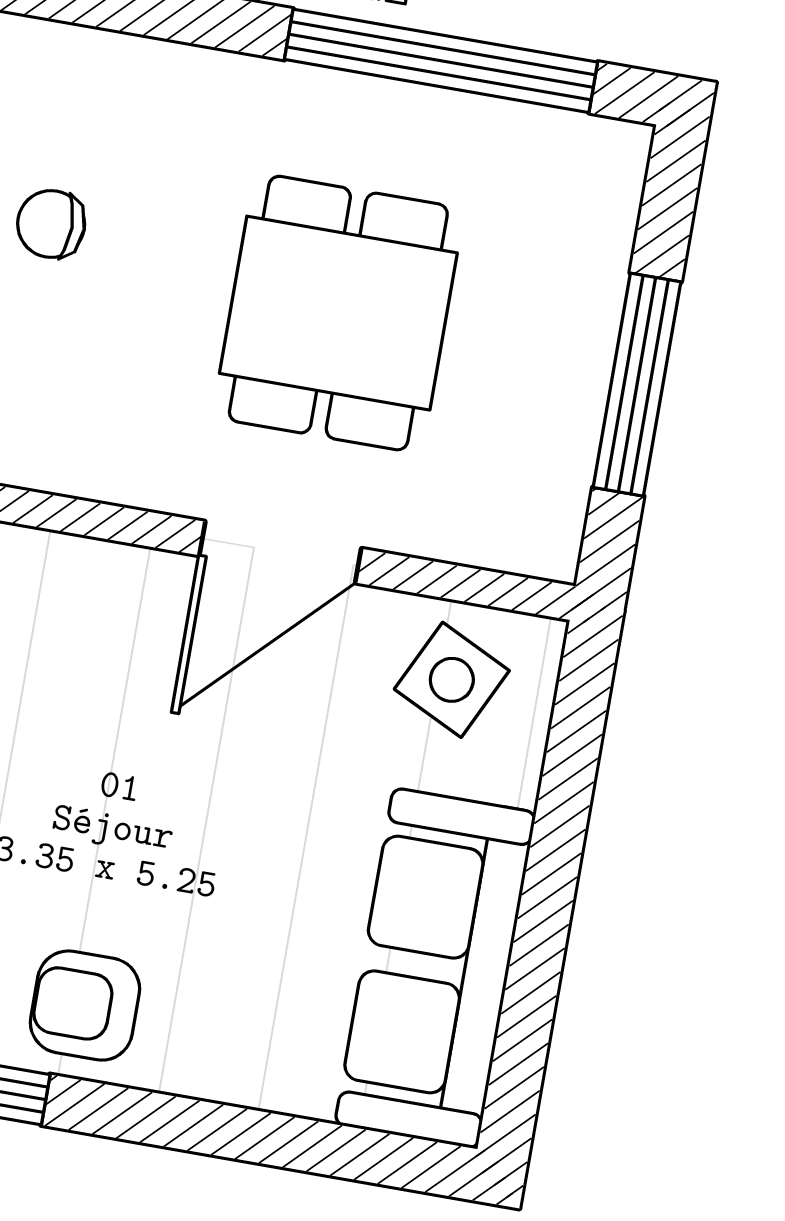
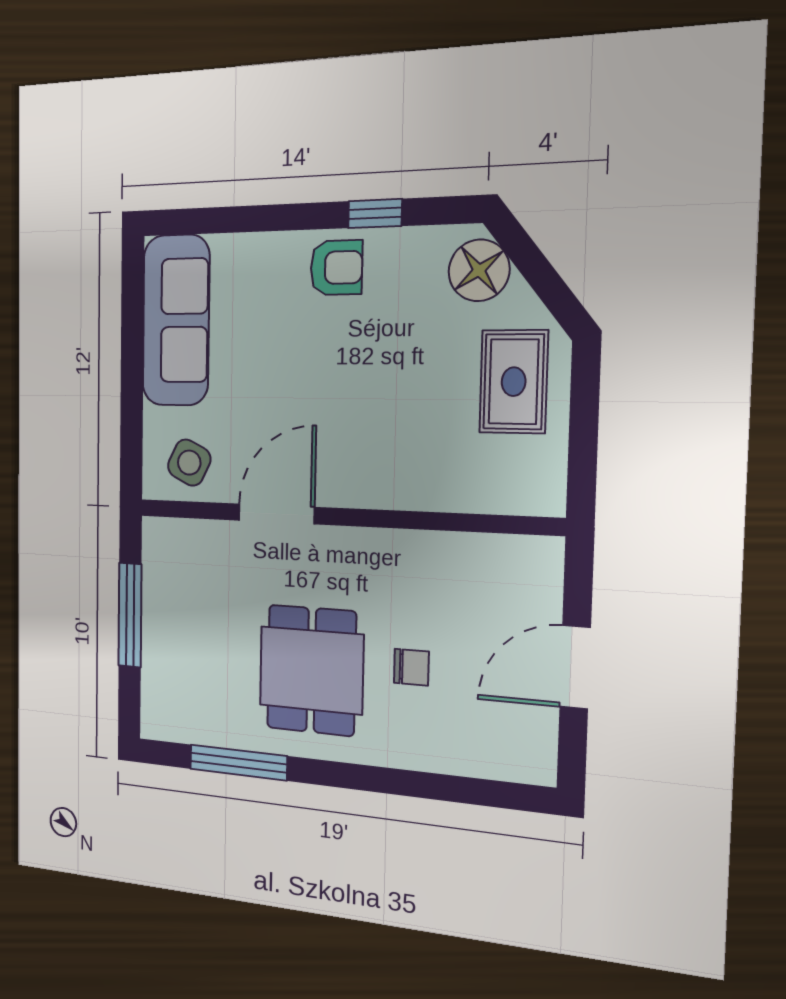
window: (441, 61) -> (238, 762), width x0.68
dining table: (338, 313) -> (311, 670), moved

